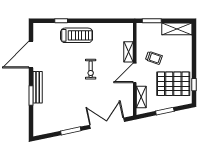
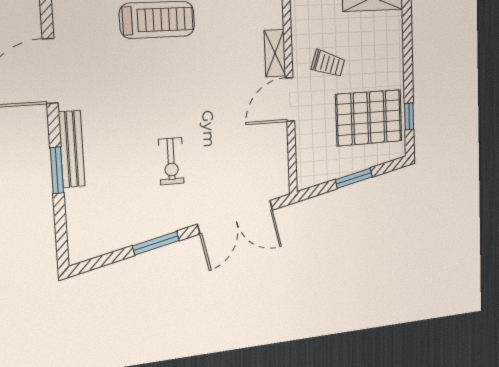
exercise bike: (91, 69) -> (171, 161), moved
shelving: (141, 97) -> (305, 152), removed
double door: (107, 123) -> (235, 217), swing flipped

